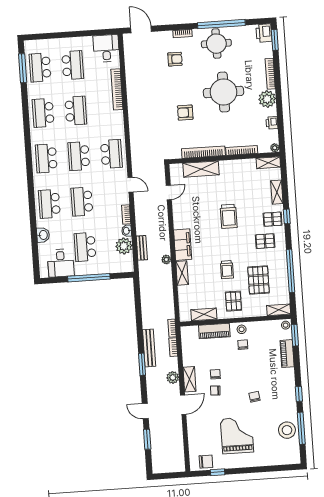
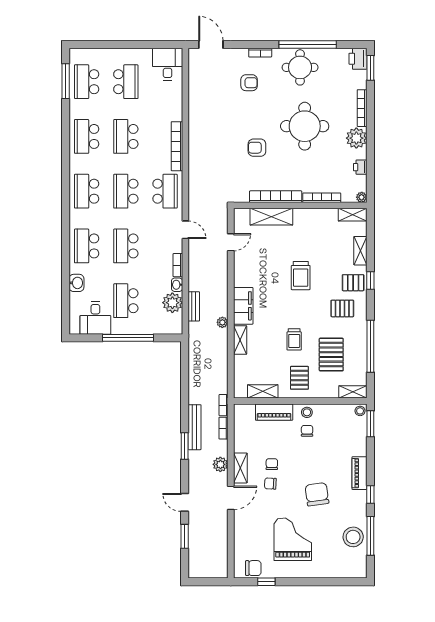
bookcase: (117, 89) -> (177, 146), moved
school desk: (76, 111) -> (126, 136), turned 180
piano: (287, 354) -> (359, 473), moved
chair: (254, 397) -> (317, 494), width x1.87, depth x1.87

